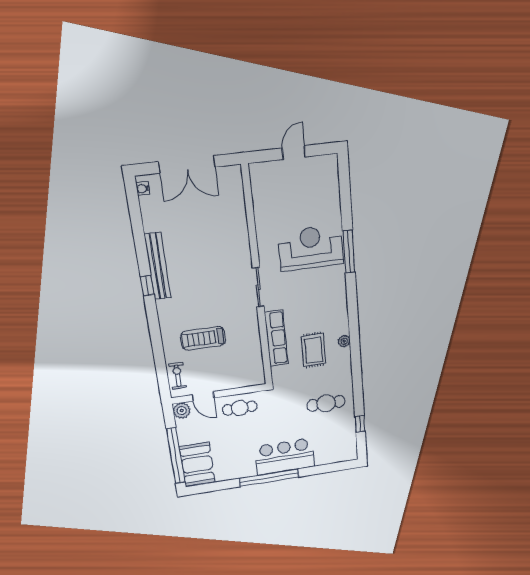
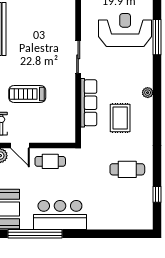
plant: (344, 341) -> (148, 93), moved
bar counter: (285, 457) -> (60, 215), moved
window: (269, 478) -> (35, 234), moved

